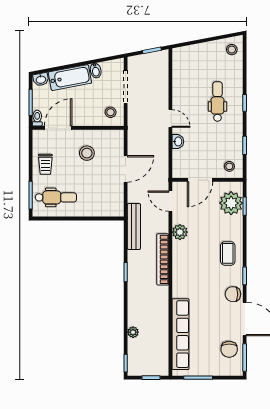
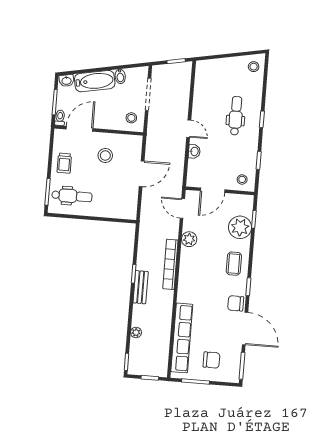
plant: (231, 203) -> (240, 227), moved
bench: (134, 227) -> (141, 287), moved, width x0.73
chair: (229, 349) -> (211, 360), moved, turned -90

